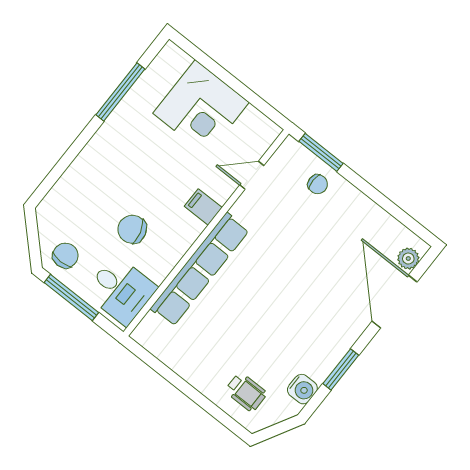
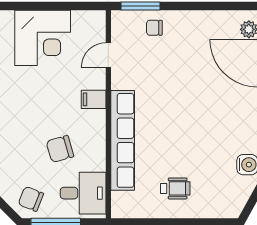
chair: (318, 184) -> (154, 28), turned 180
chair: (65, 255) -> (31, 199), turned -68
wheelchair: (246, 392) -> (175, 188), moved

